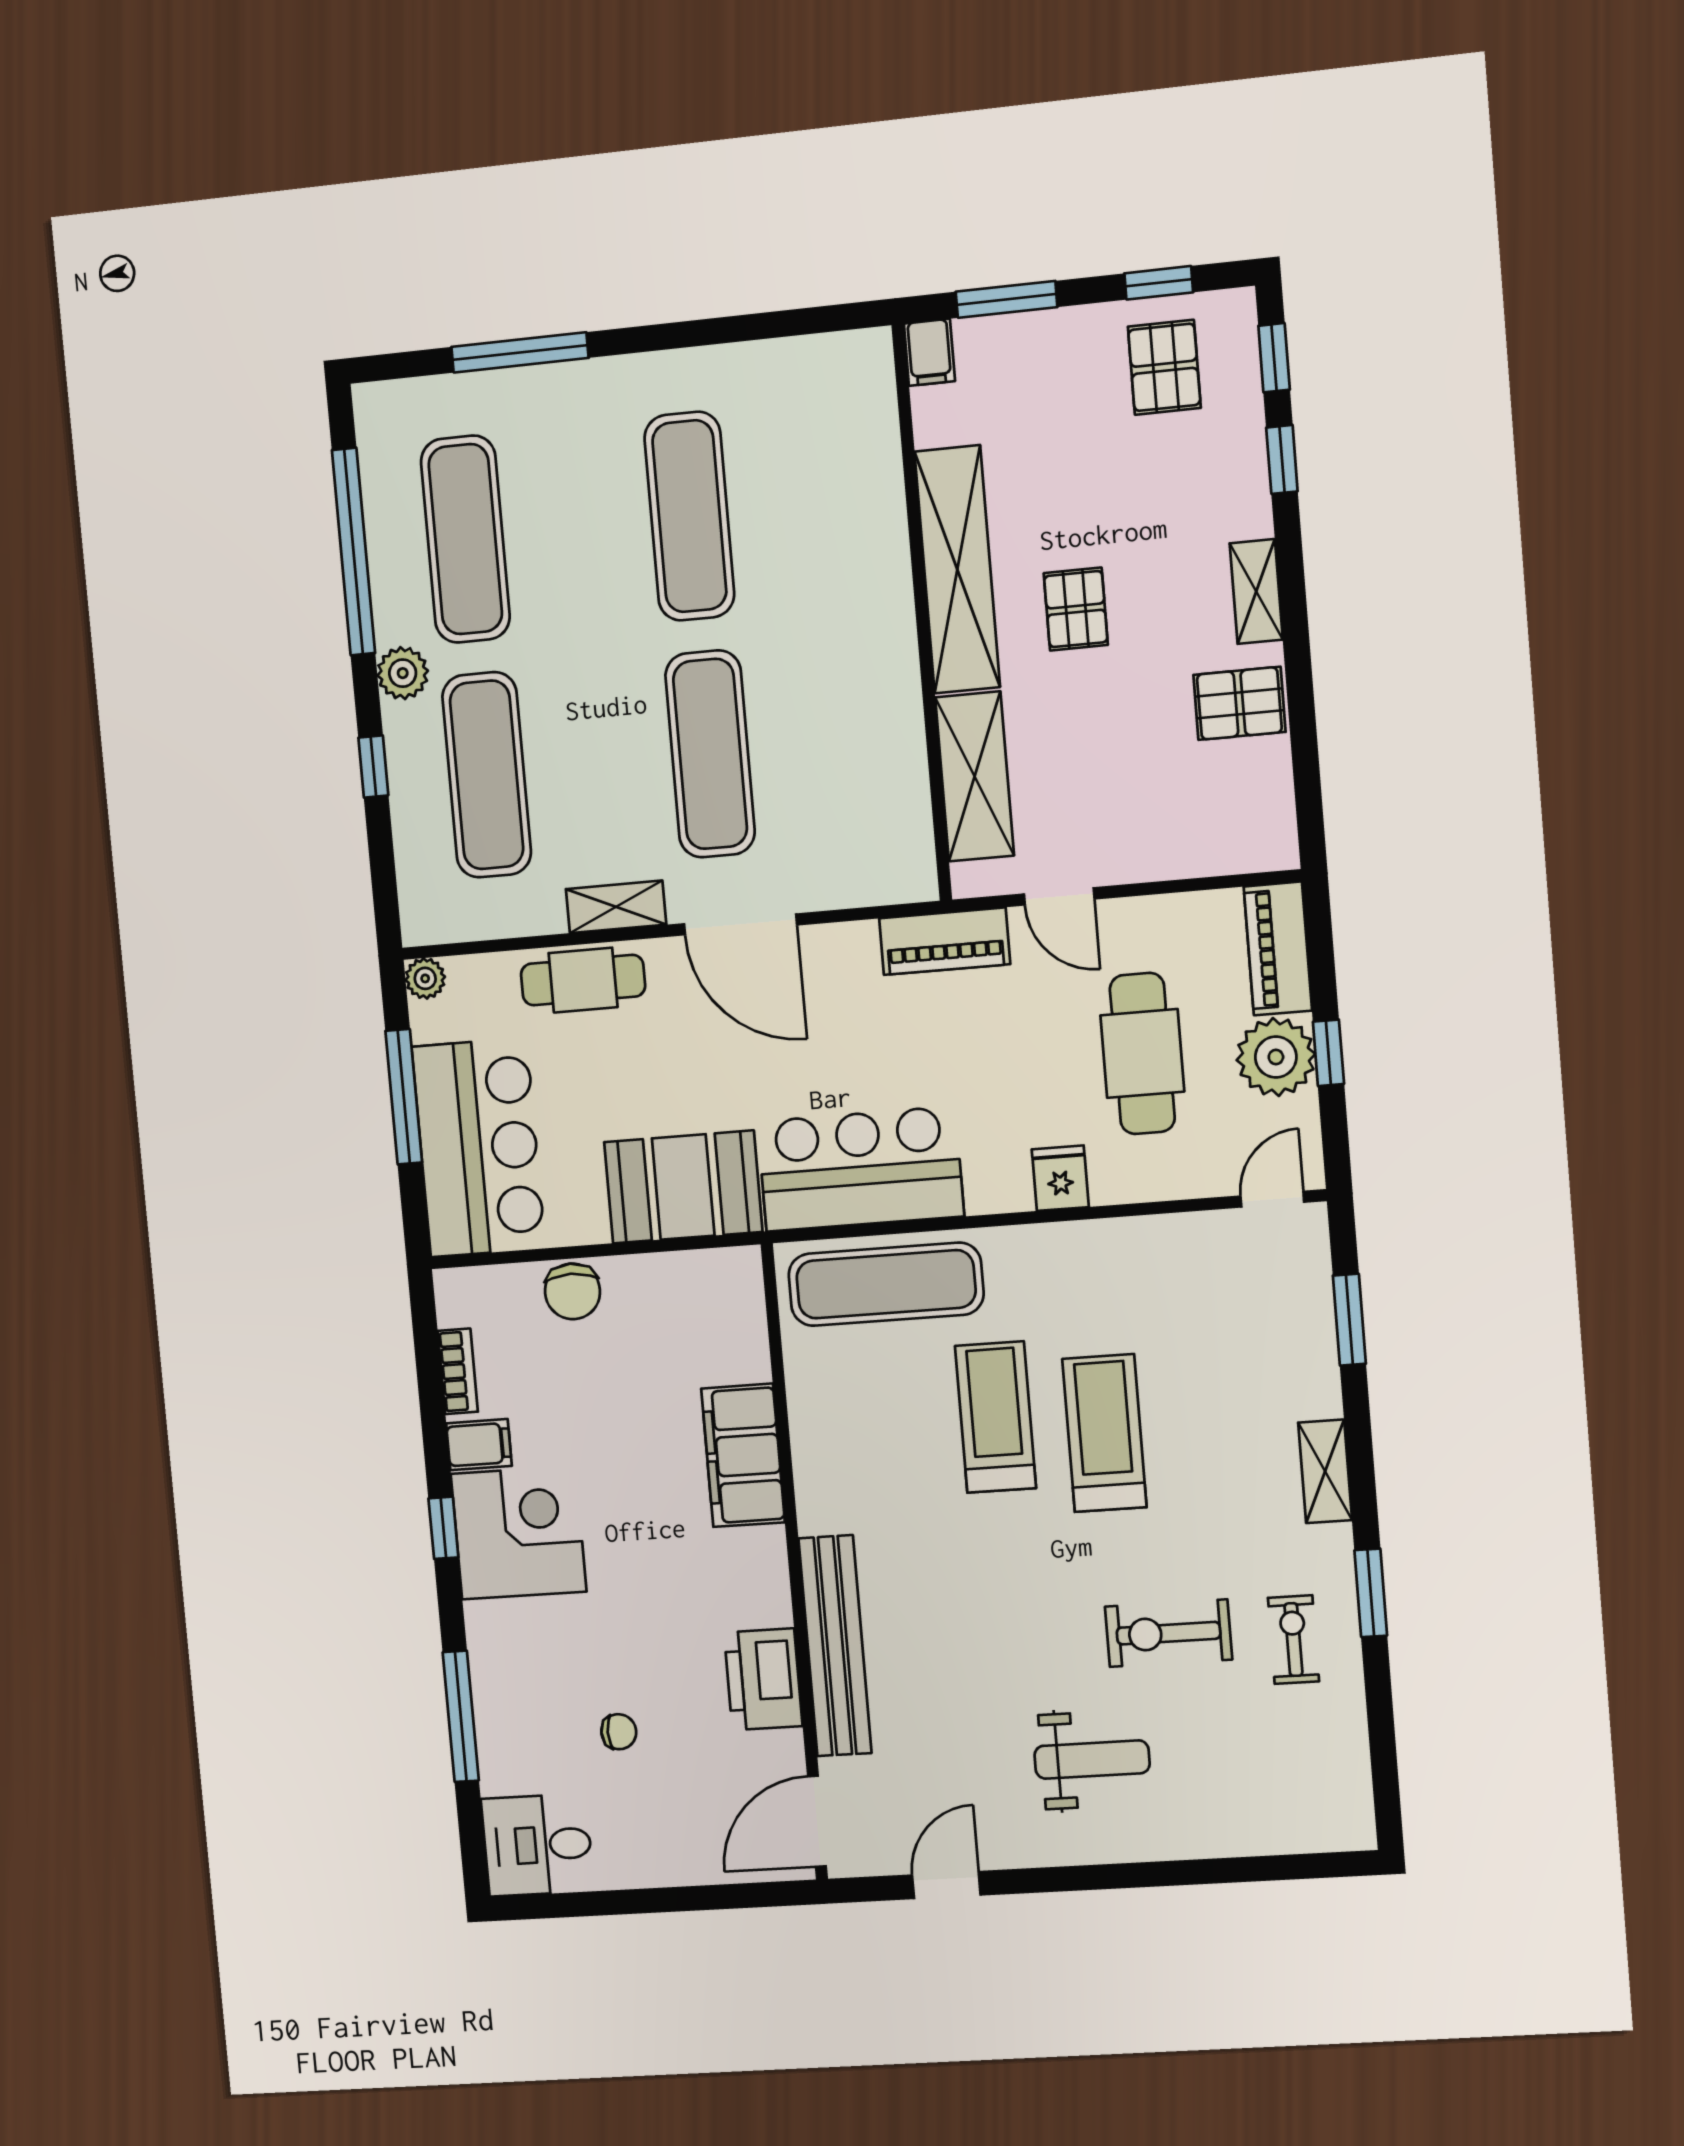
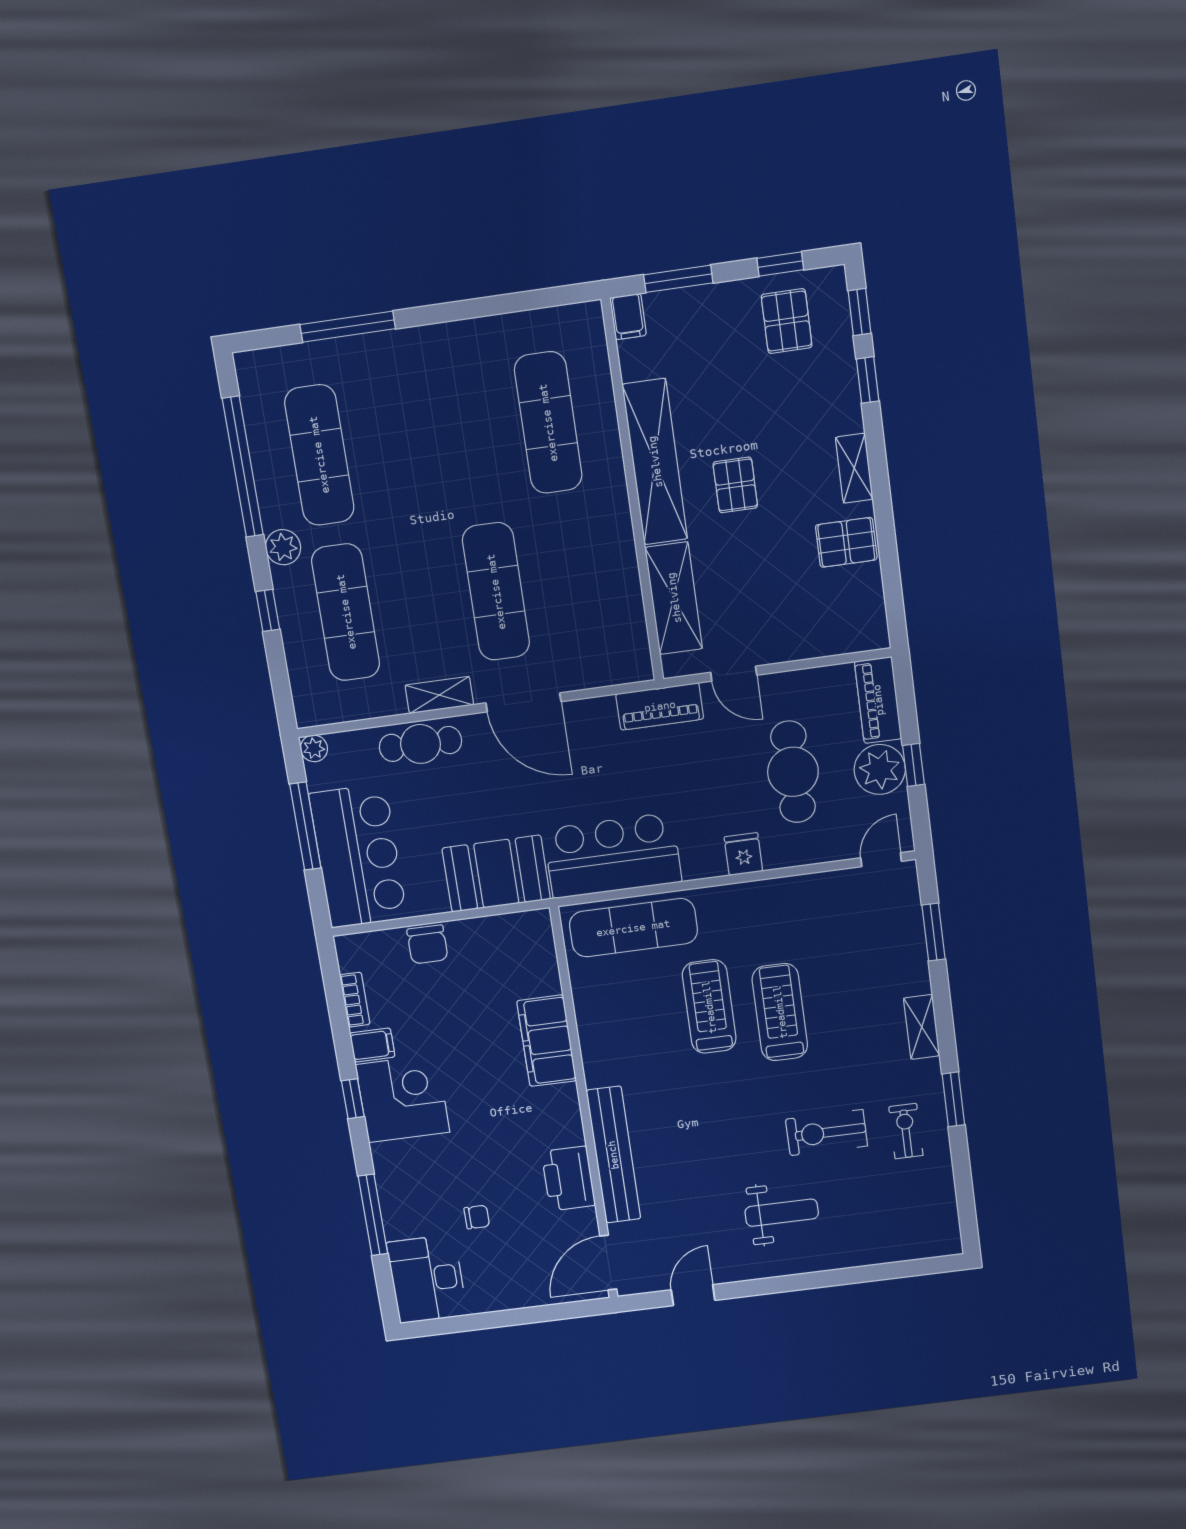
exercise mat: (689, 516) -> (548, 423), moved
desk: (538, 1845) -> (427, 1279), width x1.37

